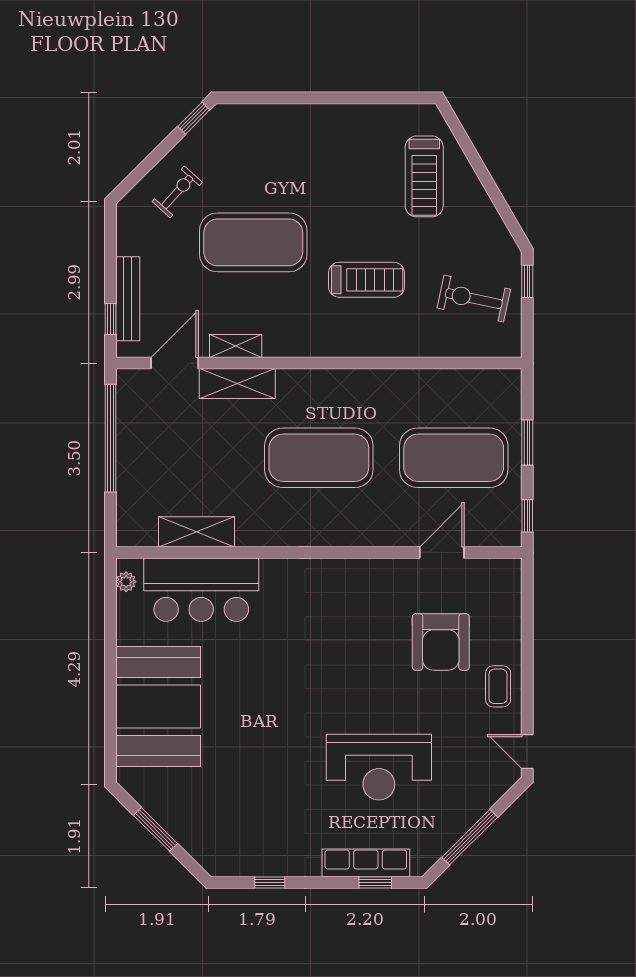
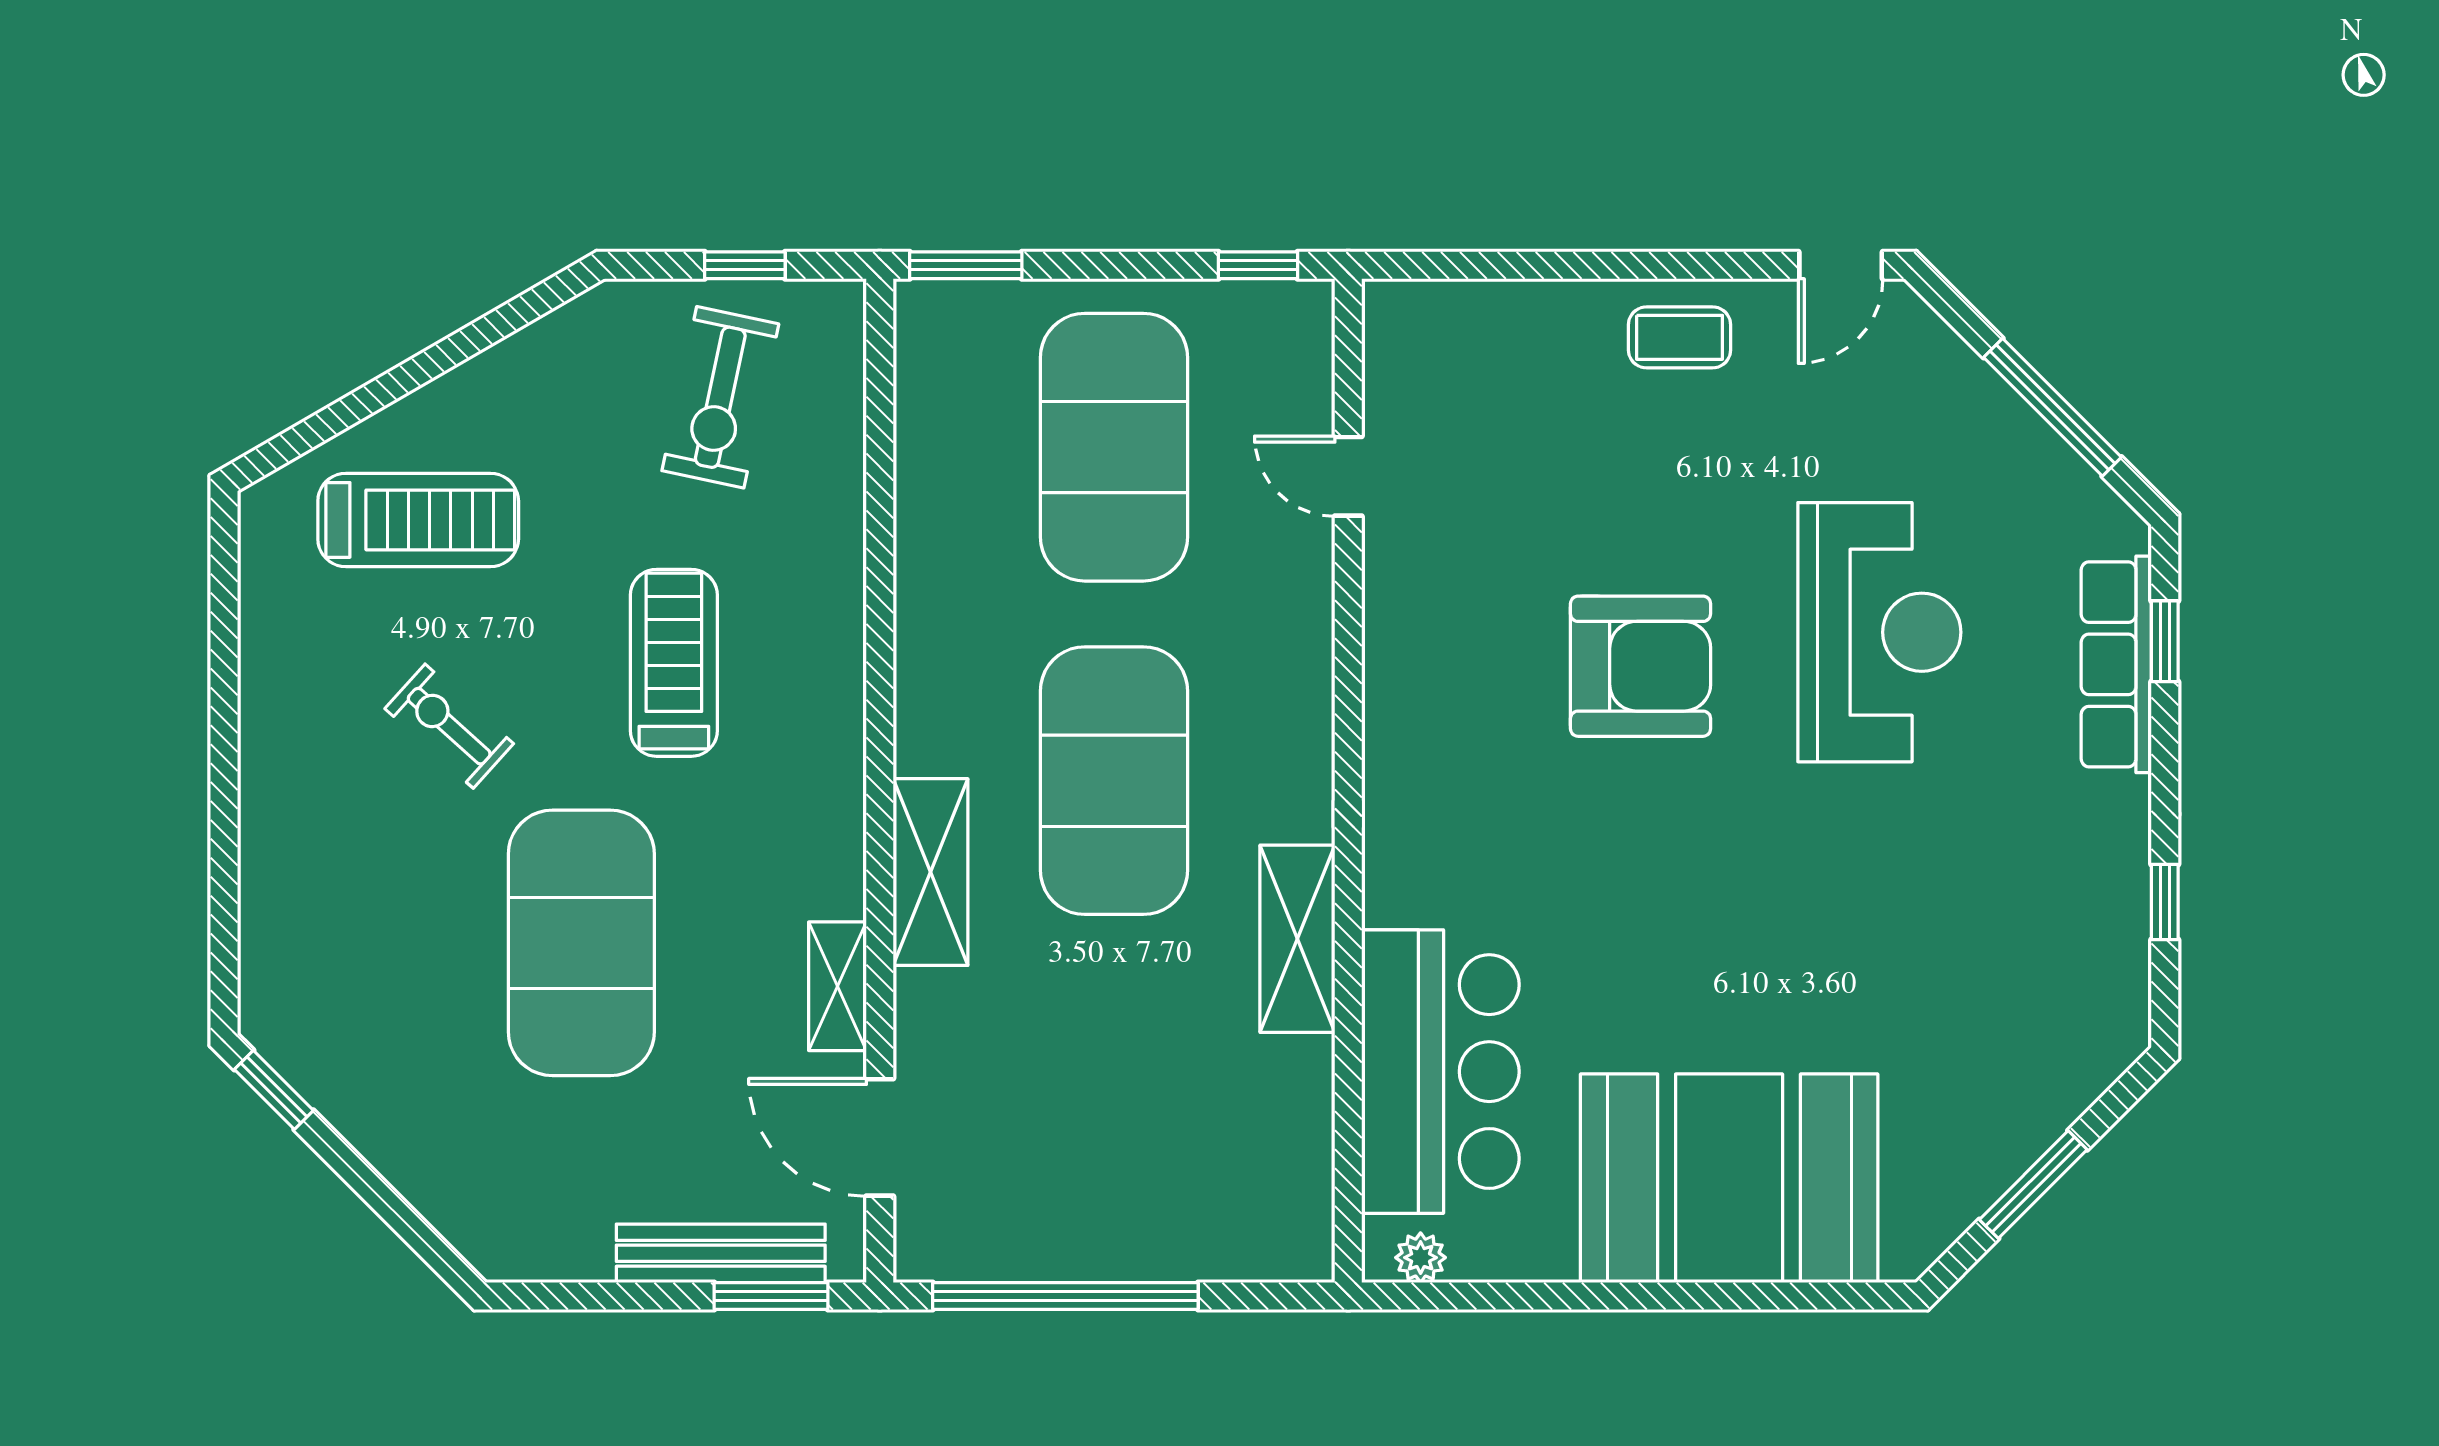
exercise bike: (177, 192) -> (449, 726), moved
window: (527, 281) -> (745, 265), moved
window: (111, 319) -> (771, 1296), width x1.50
shelving: (237, 384) -> (931, 872), moved
window: (527, 442) -> (966, 265), moved
shelving: (197, 532) -> (1297, 939), moved
door: (442, 552) -> (1348, 476), width x0.73
armchair: (441, 642) -> (1641, 666), moved

